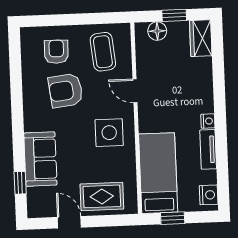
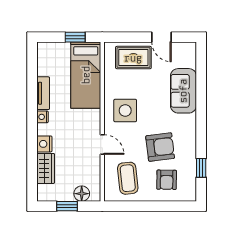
wardrobe: (201, 38) -> (46, 168), moved
window: (20, 183) -> (201, 168), moved
nightstand: (209, 195) -> (44, 144), moved

